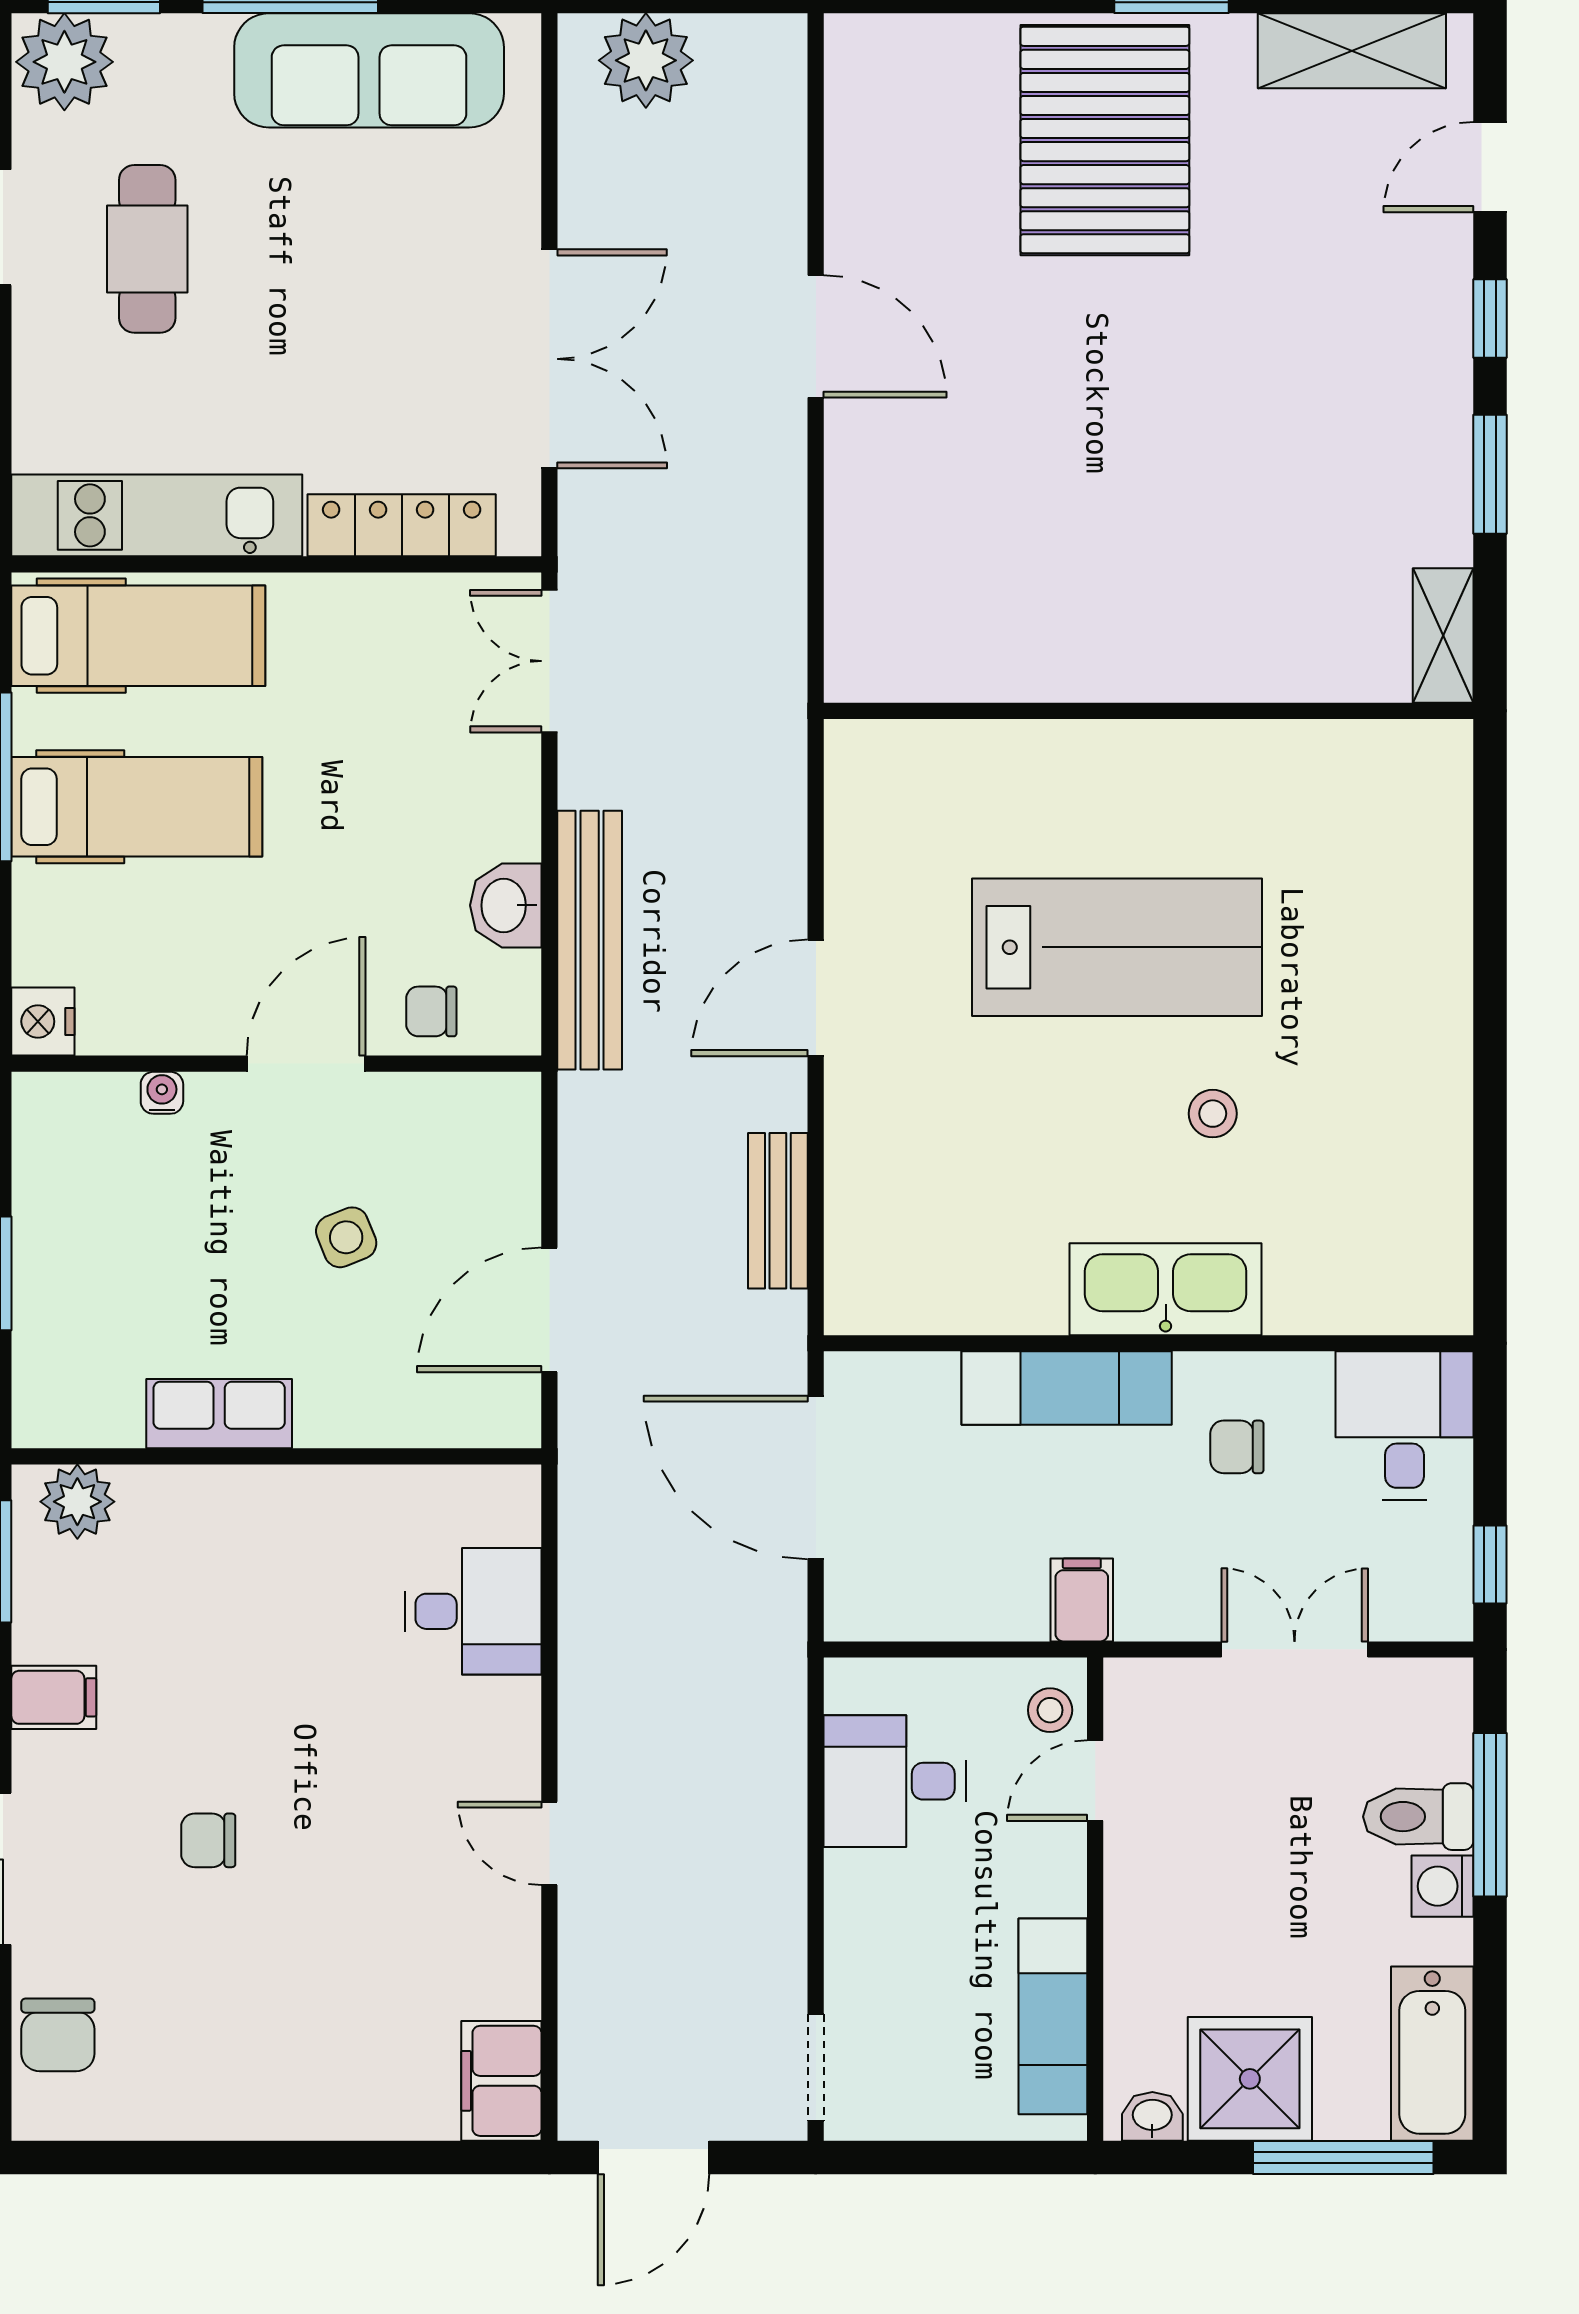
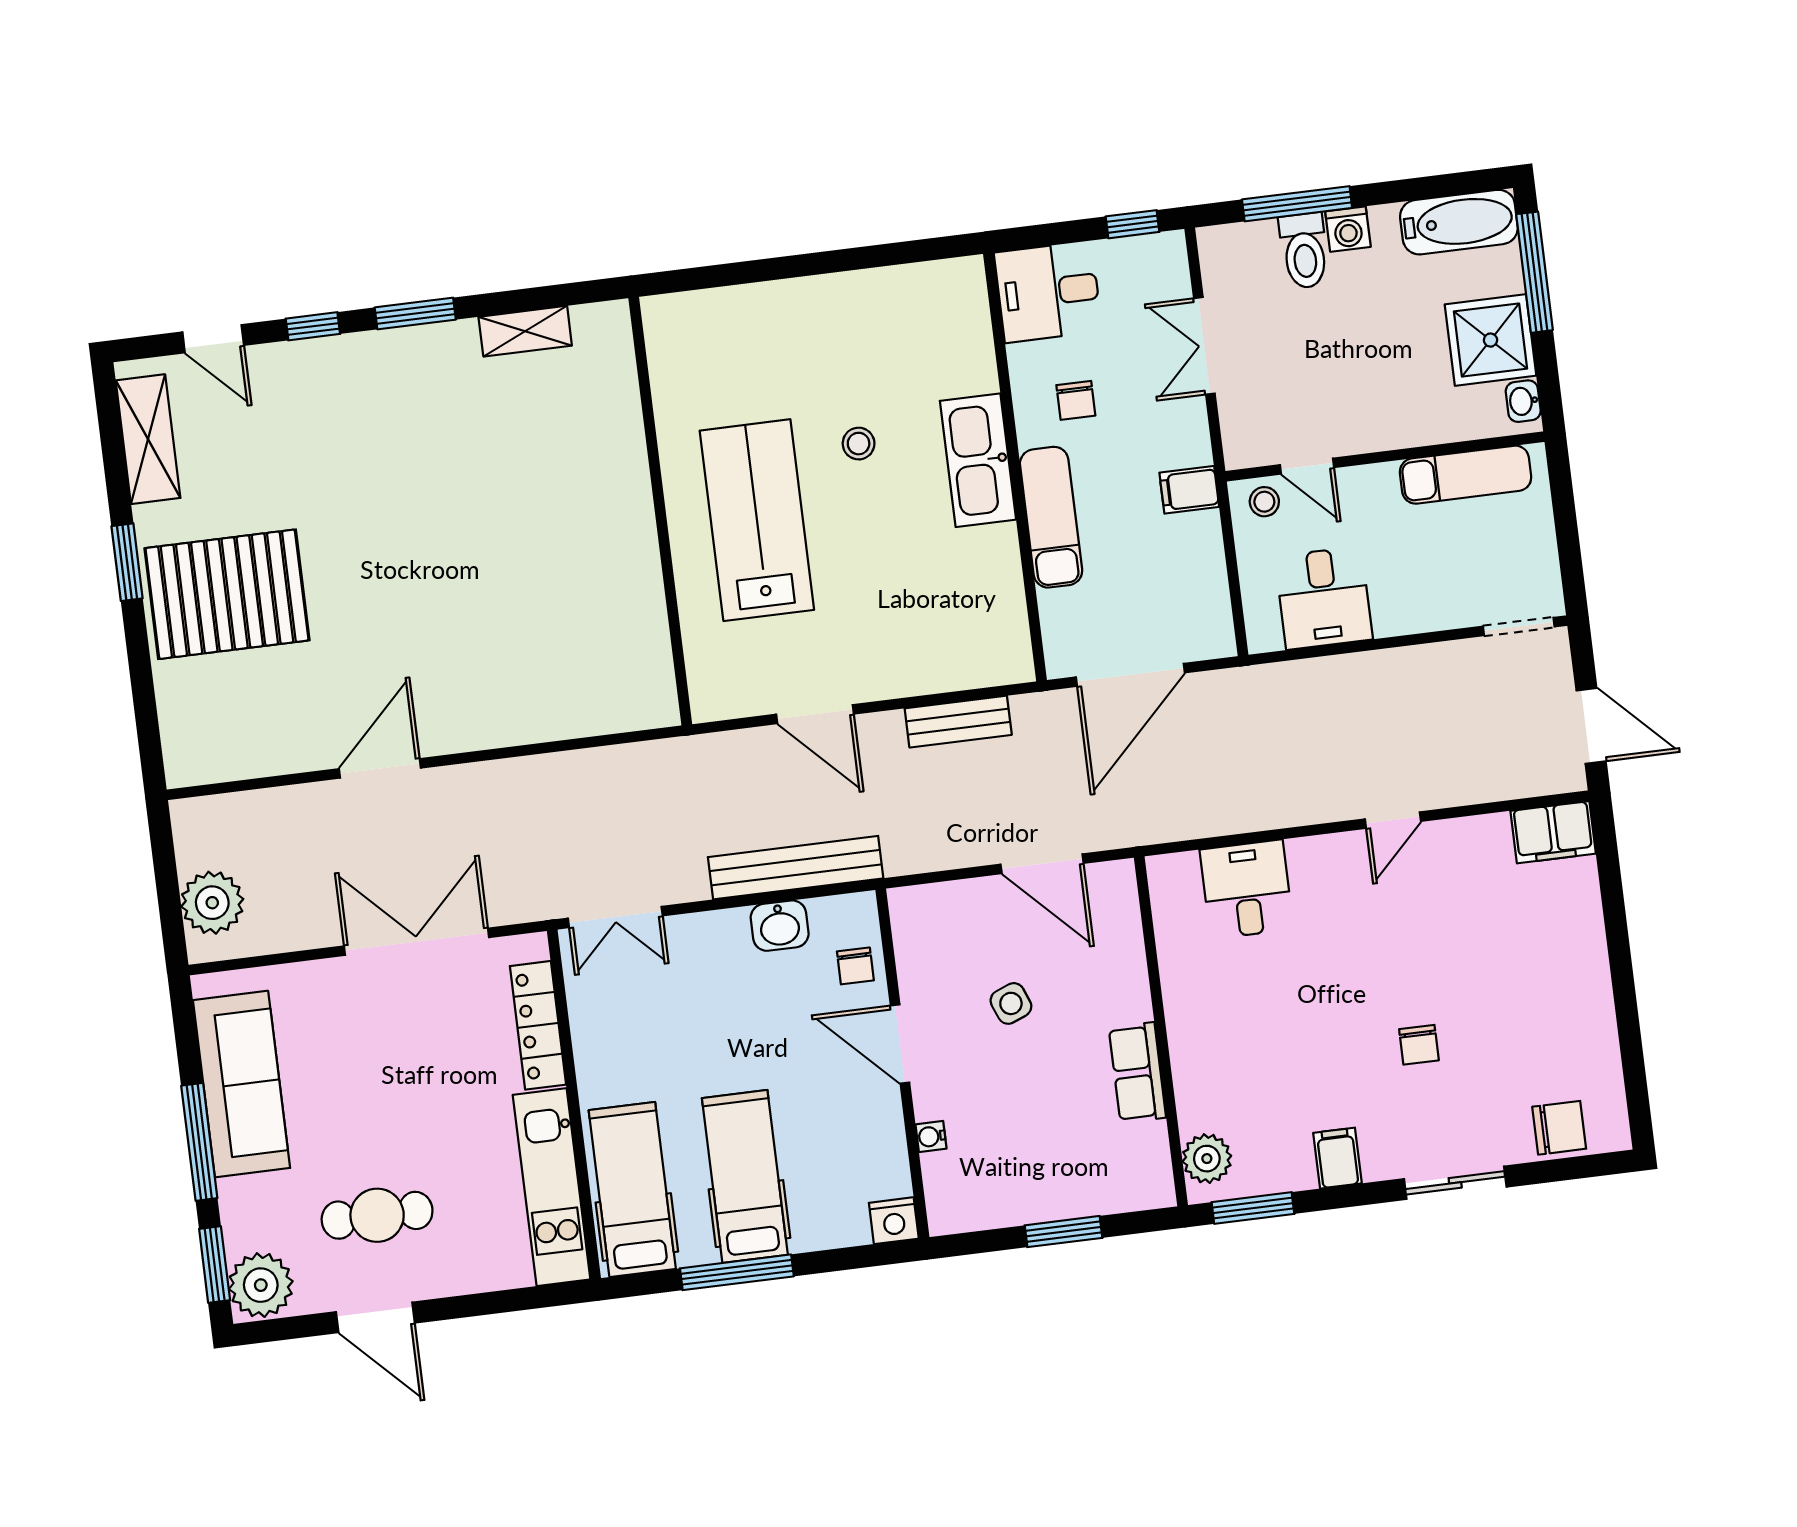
wall: (1148, 711) -> (660, 511), moved

